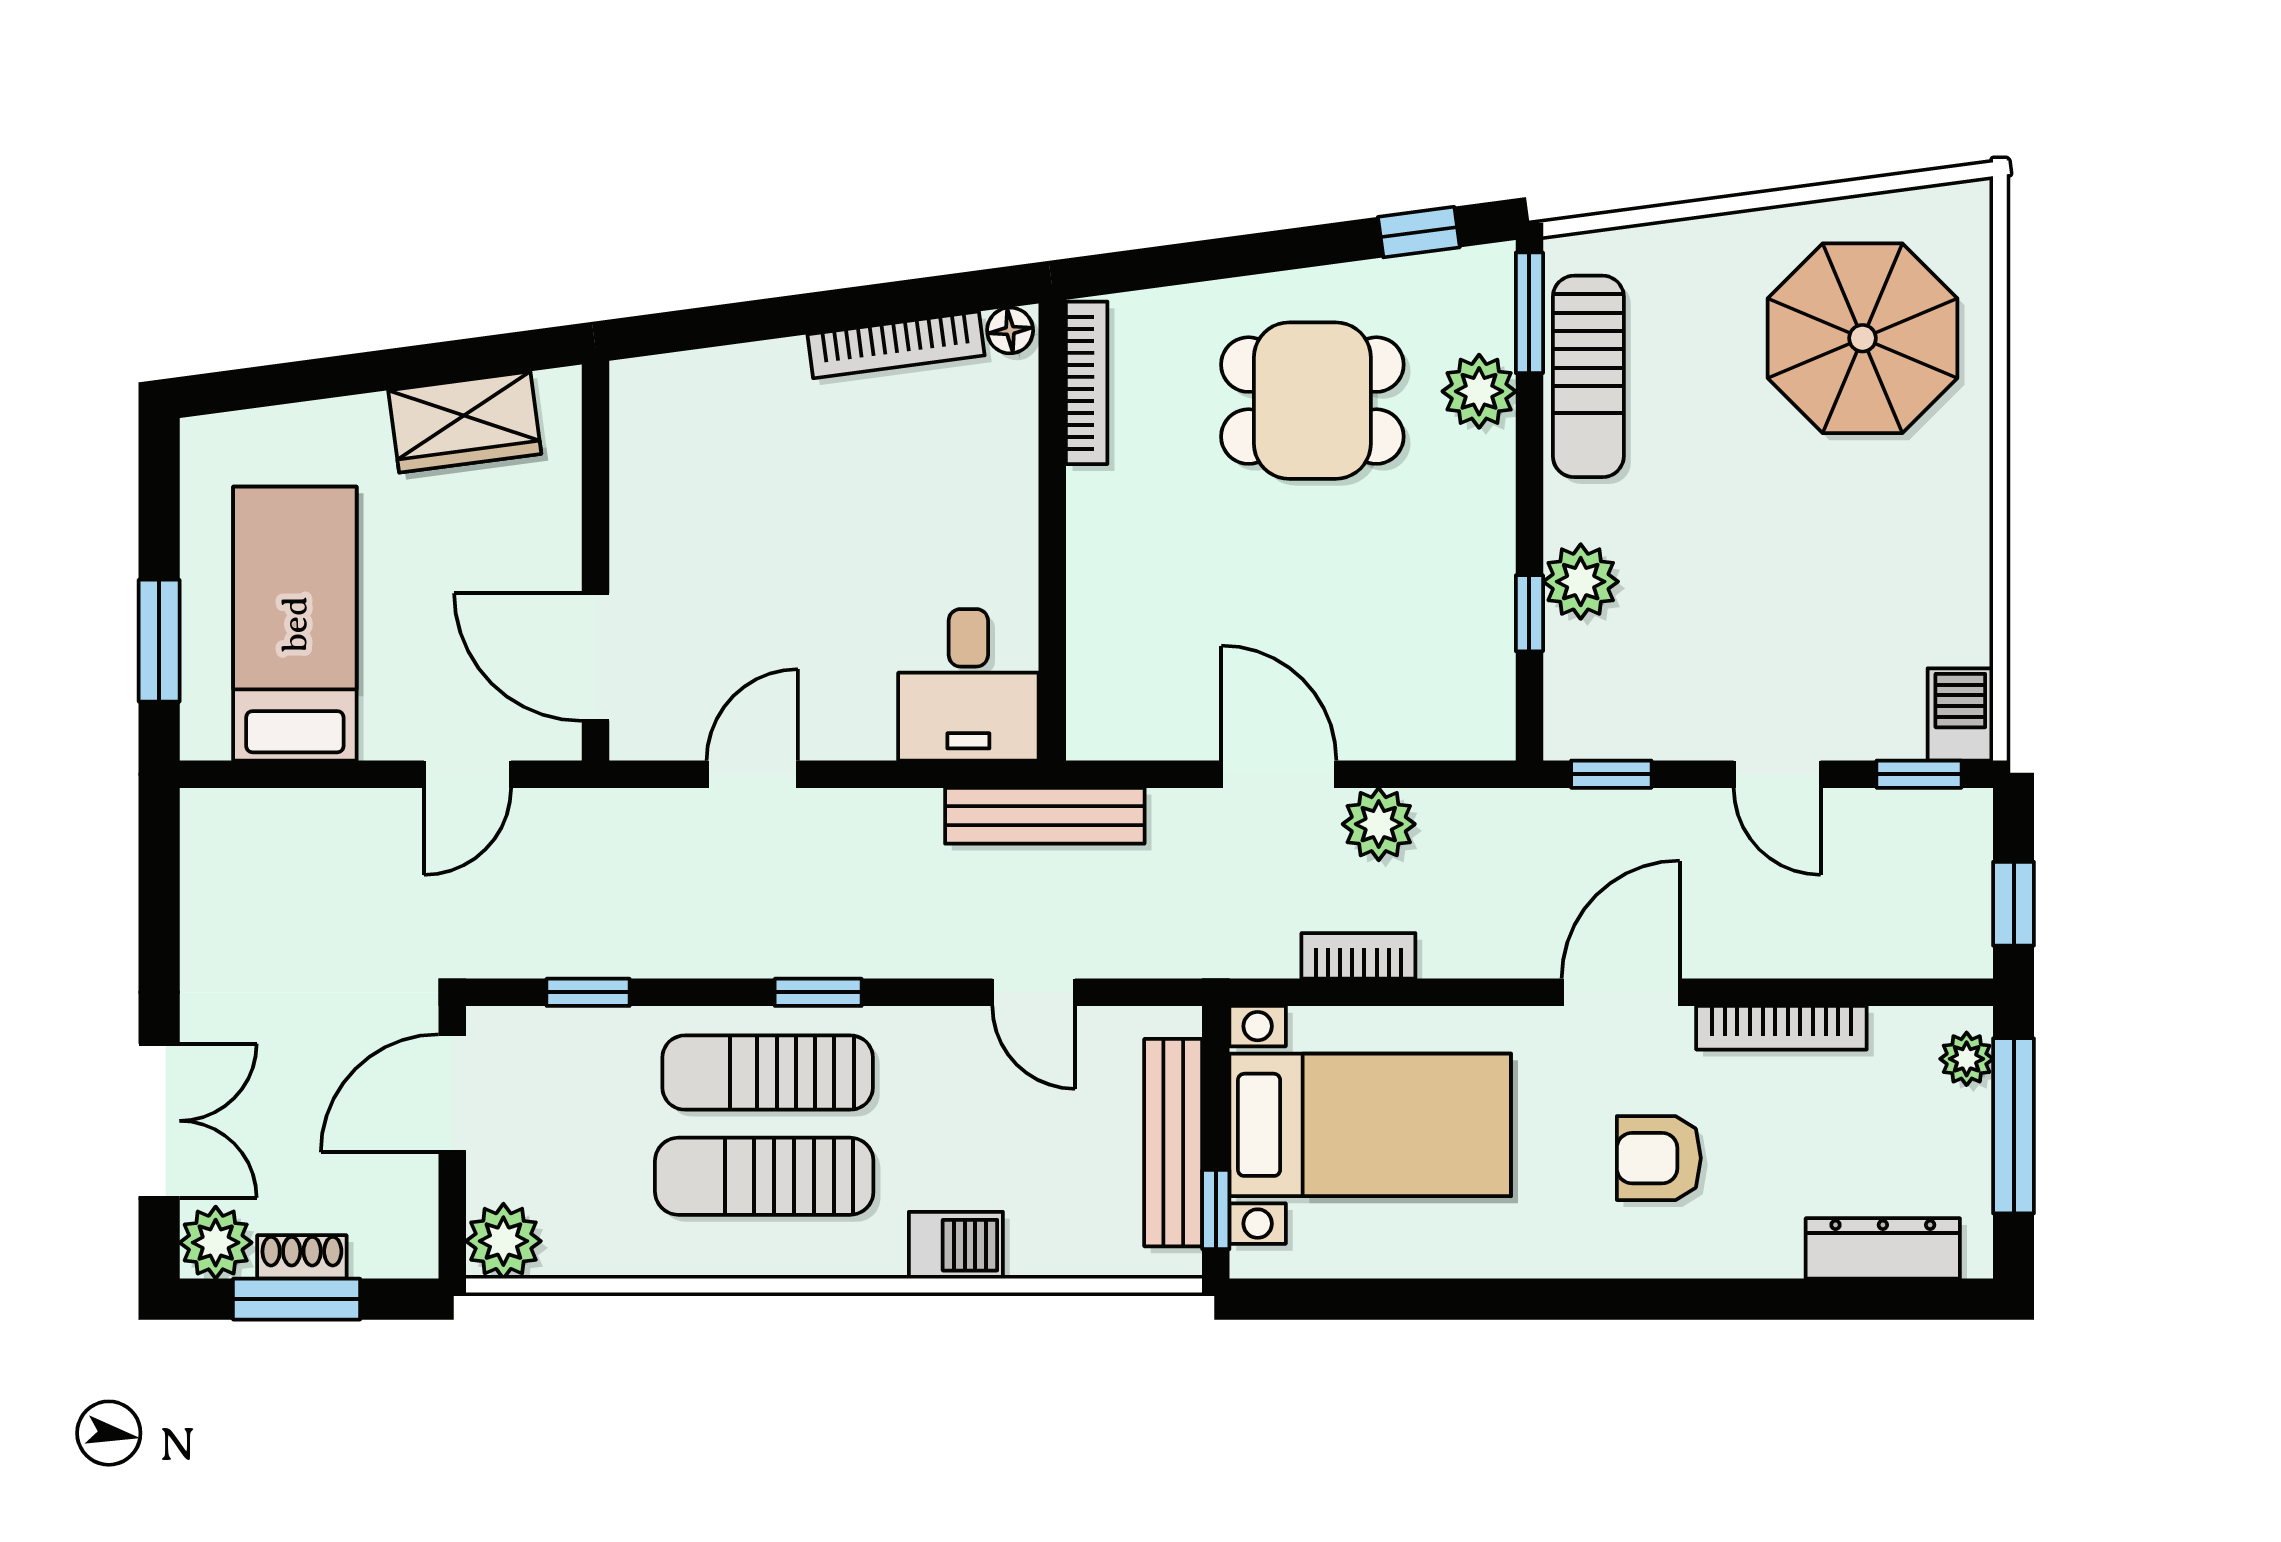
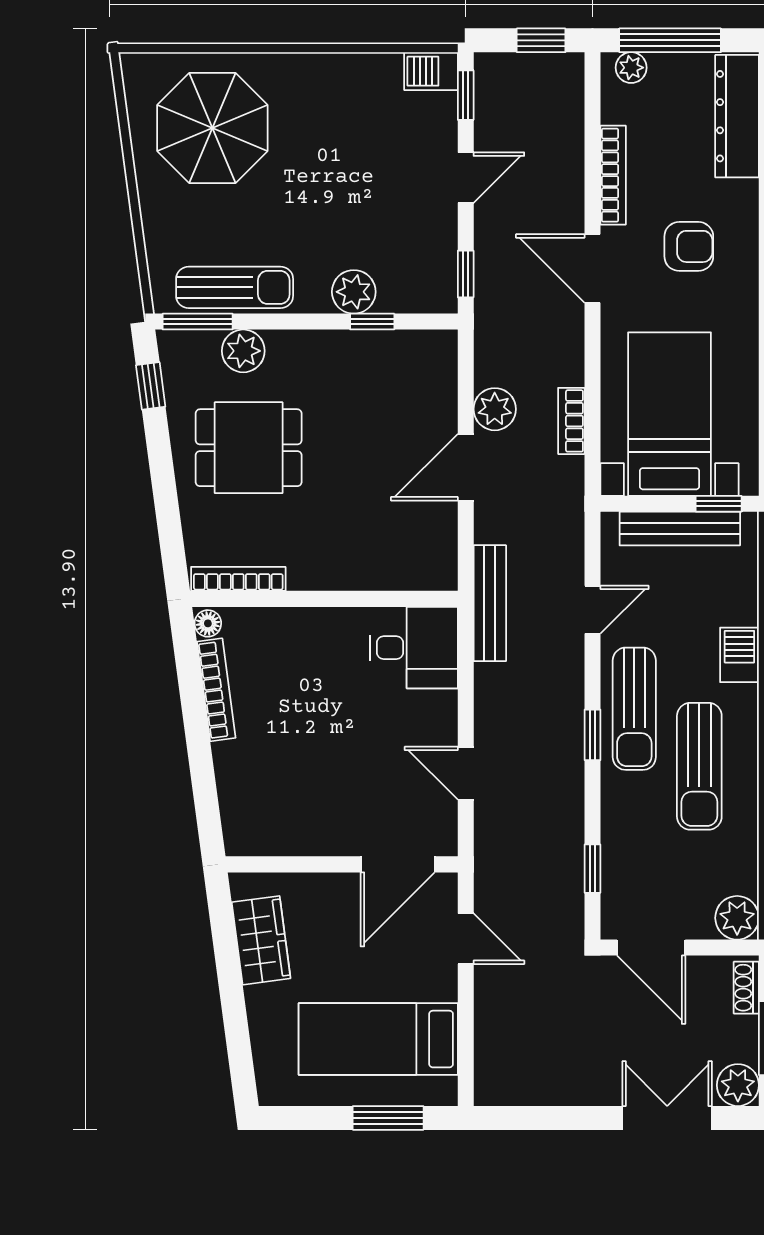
dining table: (1312, 401) -> (249, 448), turned 90
sun lounger: (768, 1073) -> (634, 709), moved
armchair: (1659, 1158) -> (689, 246), turned -90
dresser: (1883, 1248) -> (737, 116), width x1.37, depth x1.24
shoe rack: (302, 1257) -> (746, 988), moved

